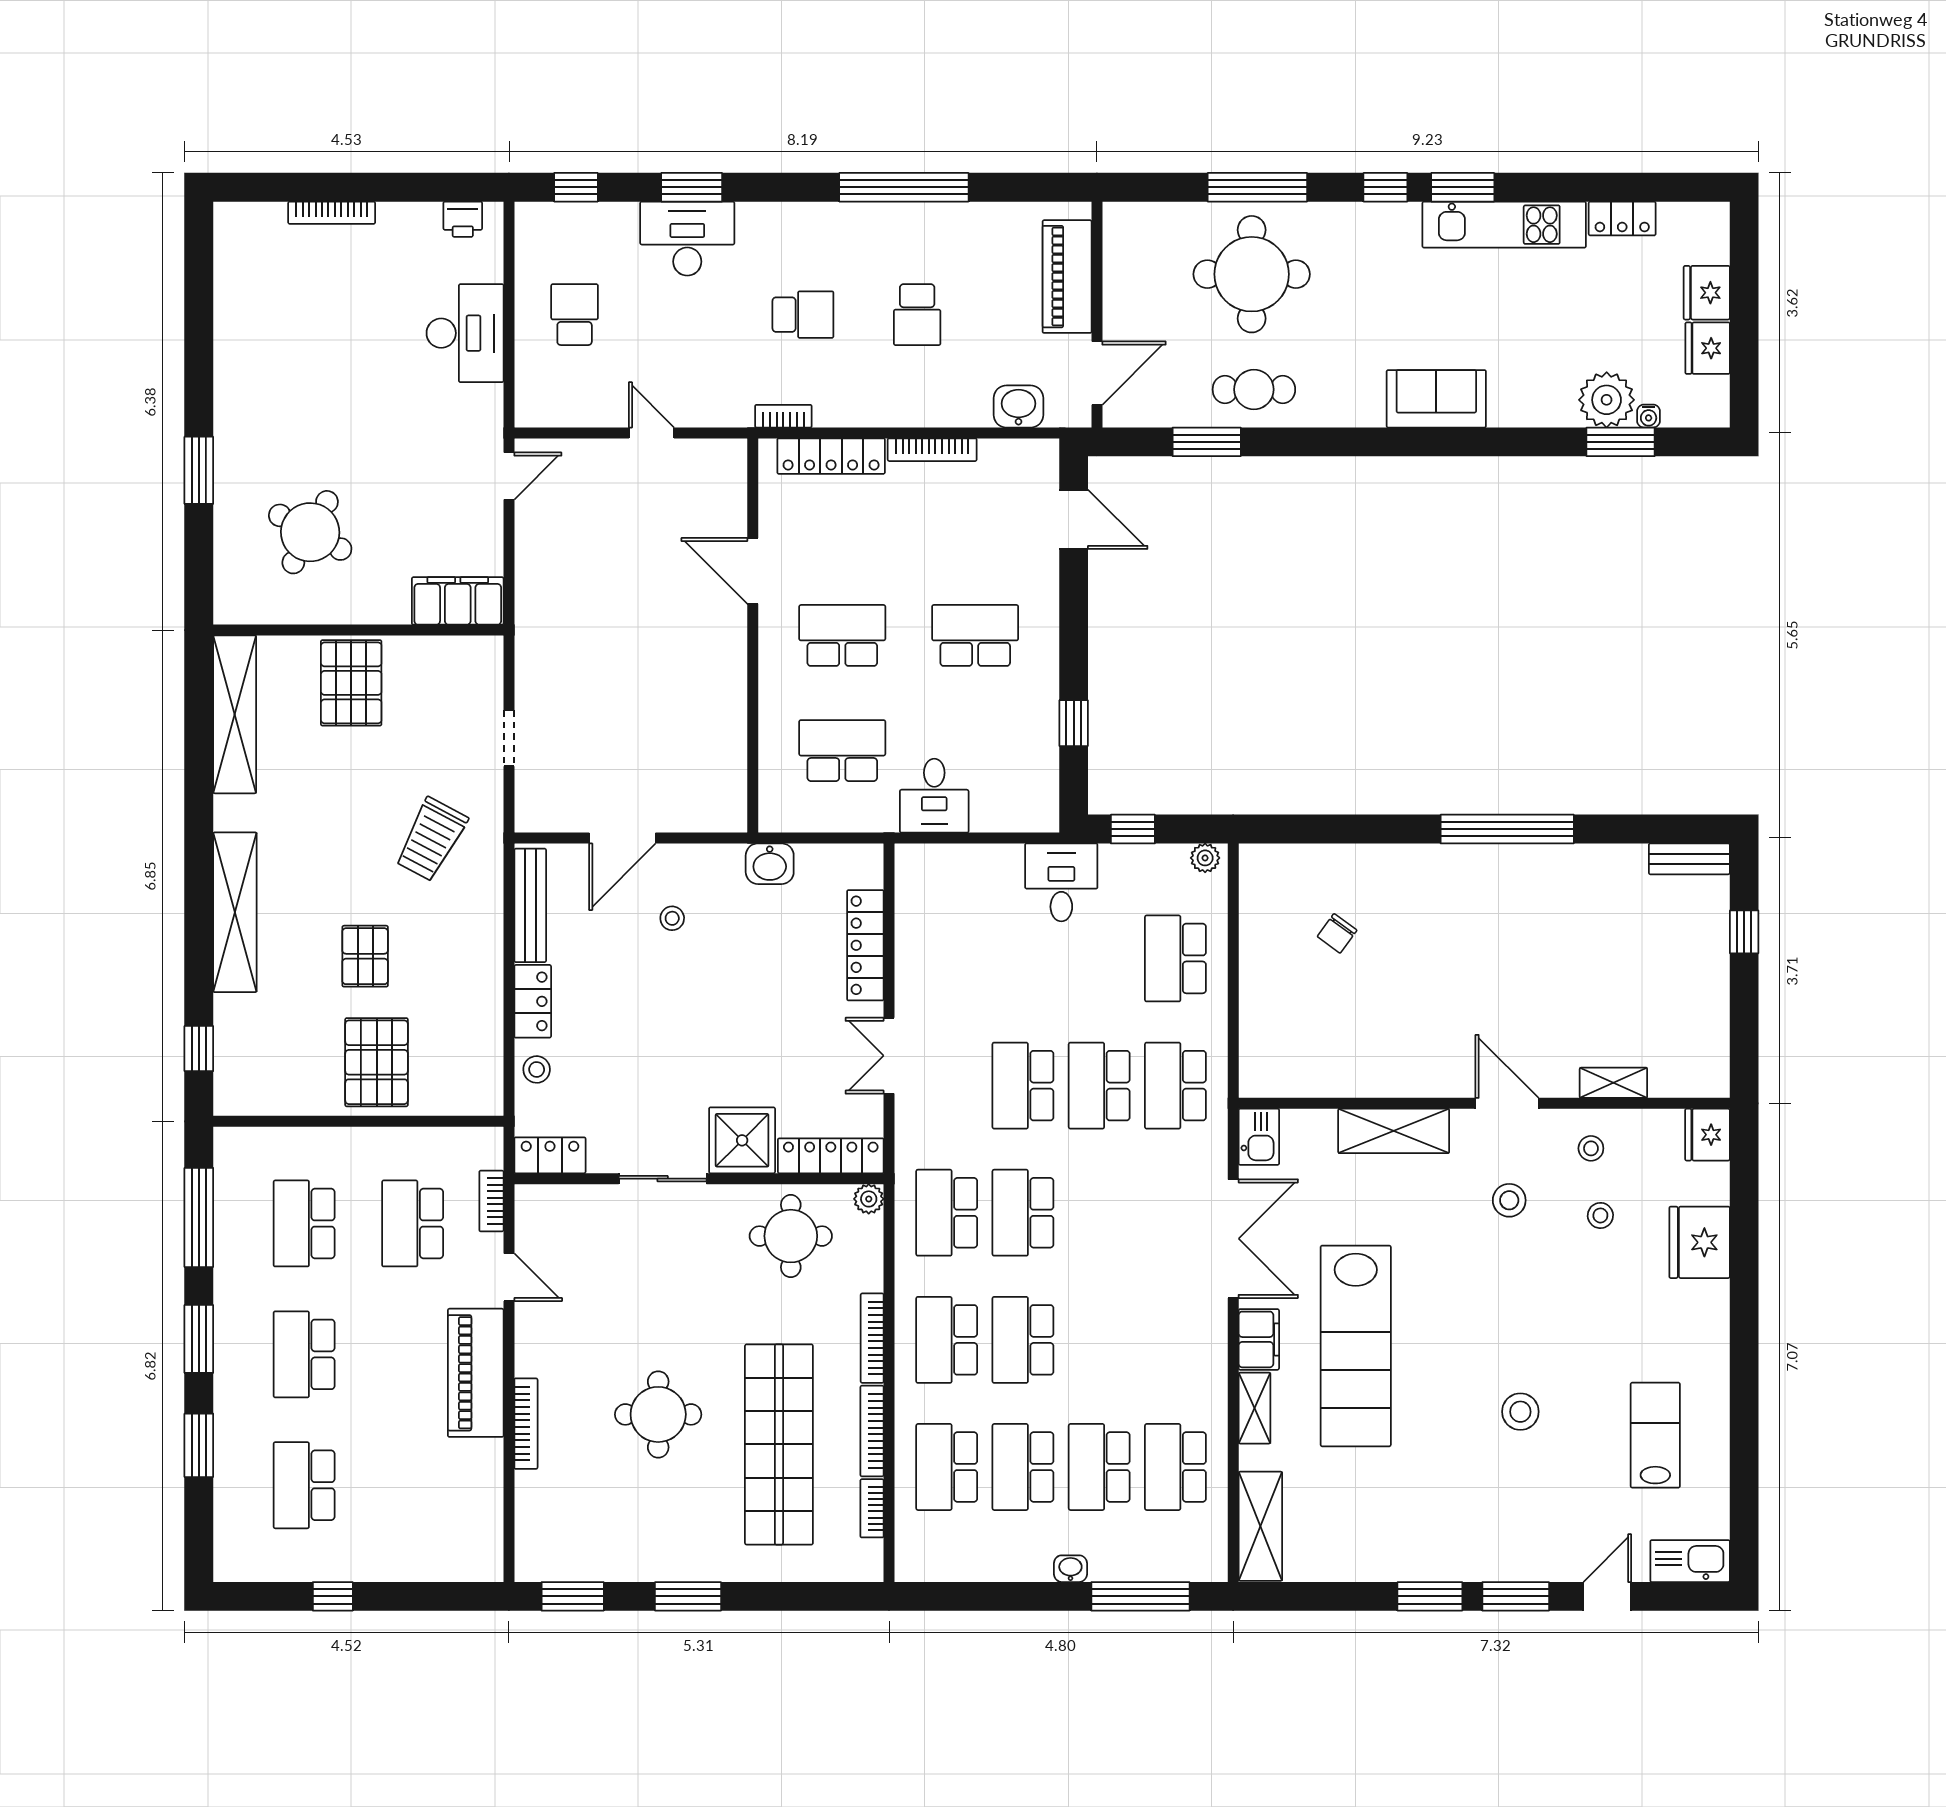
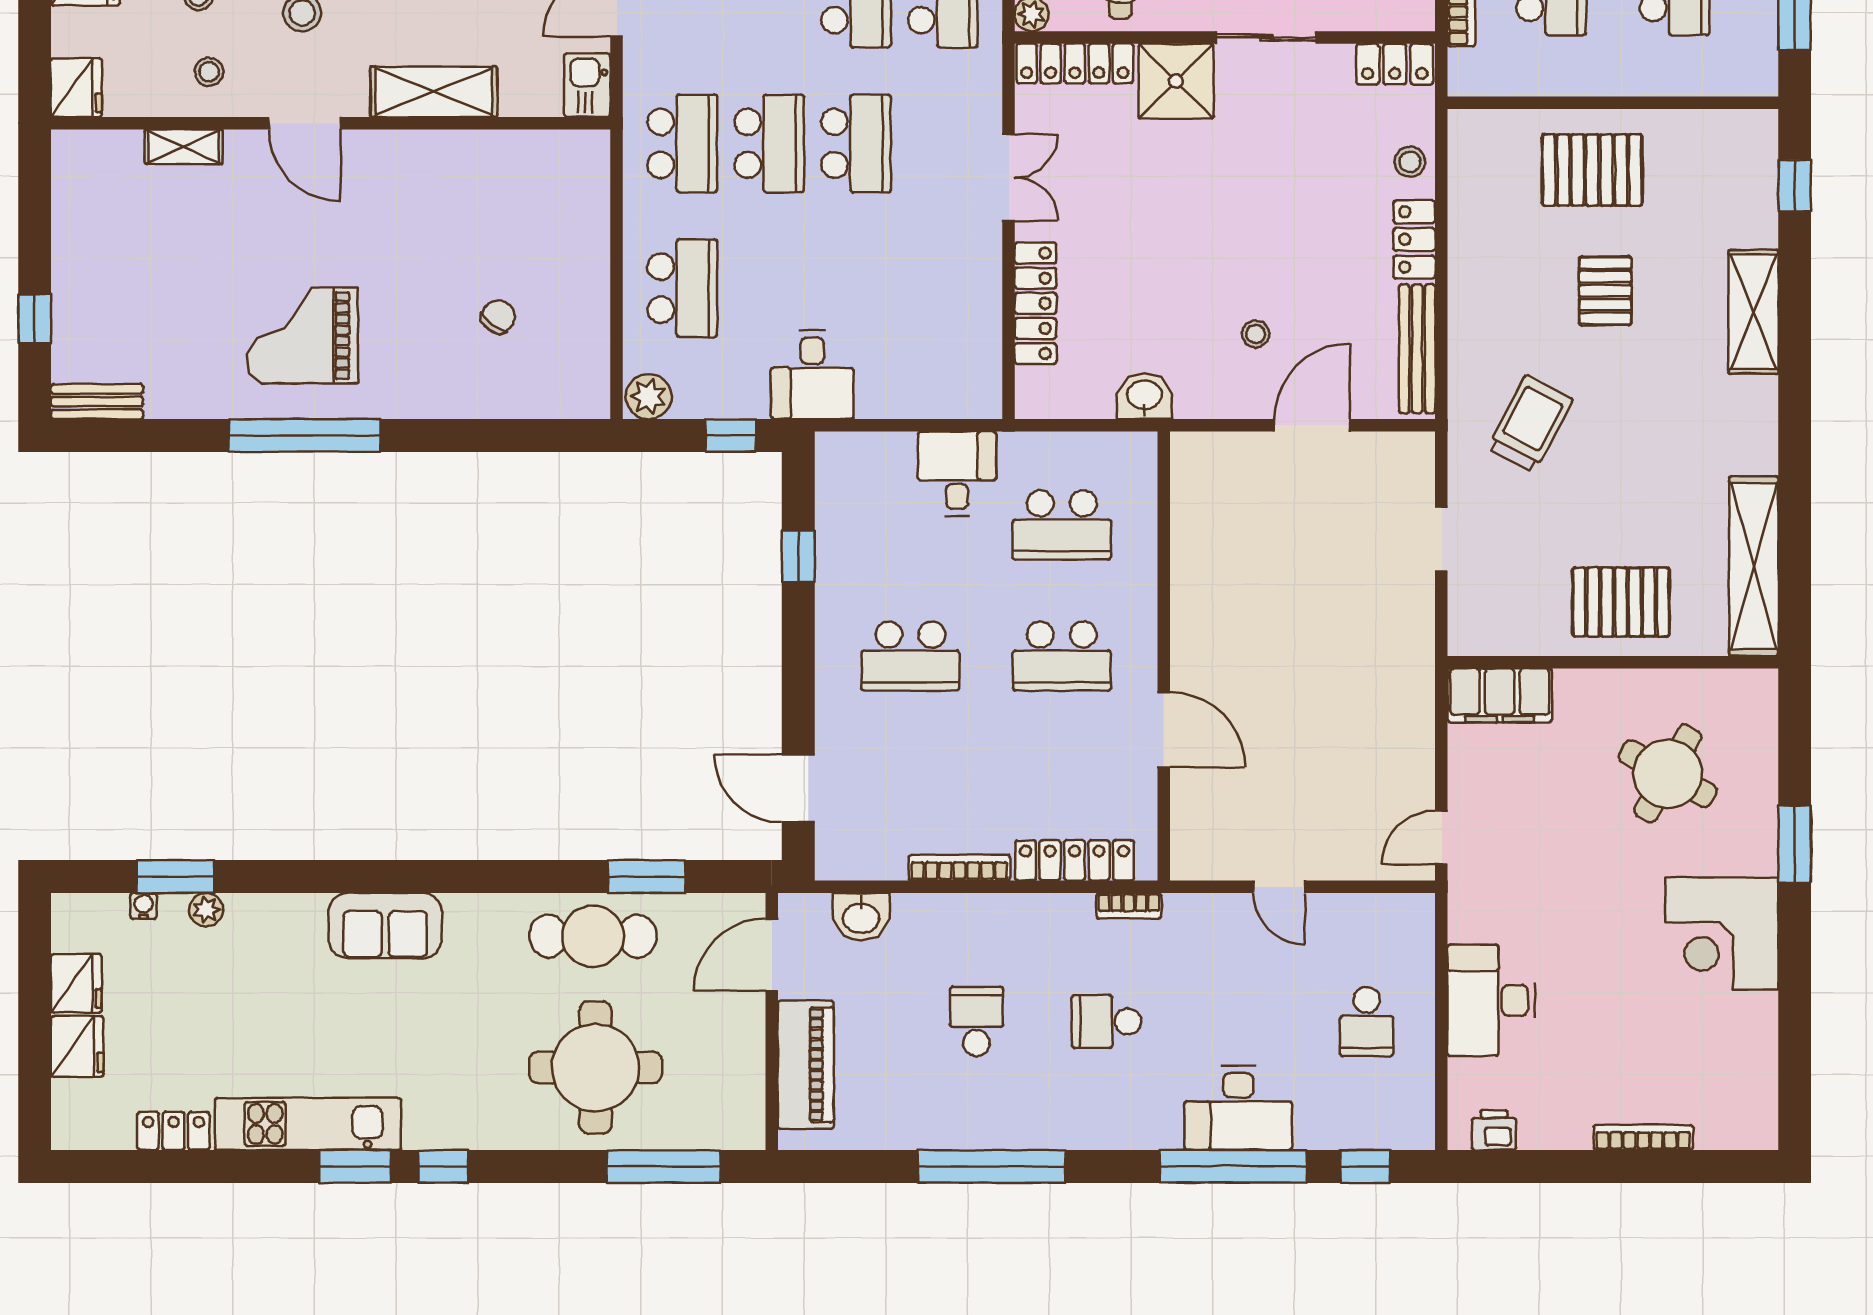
window: (692, 187) -> (1233, 1166), width x2.11
window: (1257, 187) -> (664, 1166), moved
cafe table: (1254, 389) -> (593, 936), width x1.37, depth x1.35
corner desk: (263, 392) -> (1722, 934), added
plant: (1607, 400) -> (206, 910), width x0.53, depth x0.53
pallet: (351, 683) -> (1621, 602), turned 90
plant: (1205, 858) -> (649, 396), width x1.38, depth x1.38
shelving: (235, 912) -> (1753, 312), width x0.68
grand piano: (1509, 917) -> (302, 336), added
pallet: (377, 1062) -> (1592, 170), turned 90

